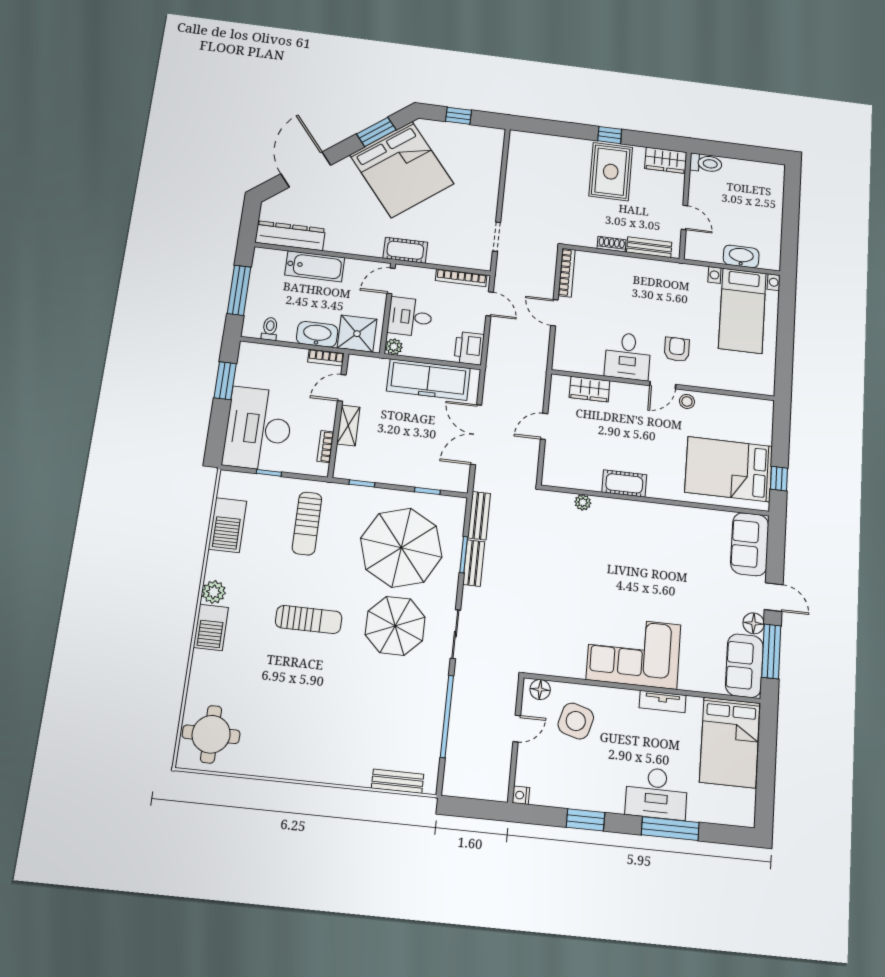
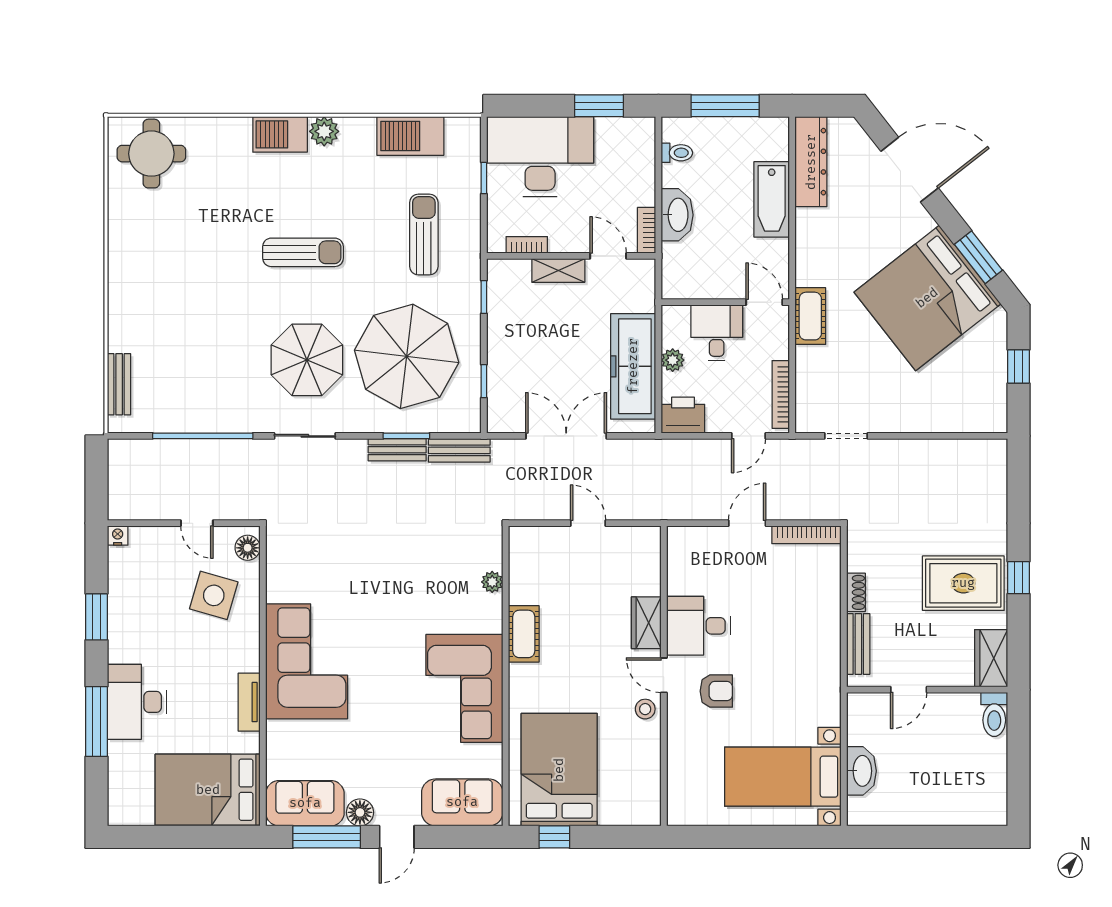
shower: (357, 334) -> (685, 266), removed
plant: (394, 347) -> (673, 360), moved
wardrobe: (590, 389) -> (646, 623), moved
sun lounger: (307, 523) -> (424, 234), turned 90
corner sofa: (663, 533) -> (464, 688), added
sun lounger: (309, 619) -> (303, 252), turned -90

